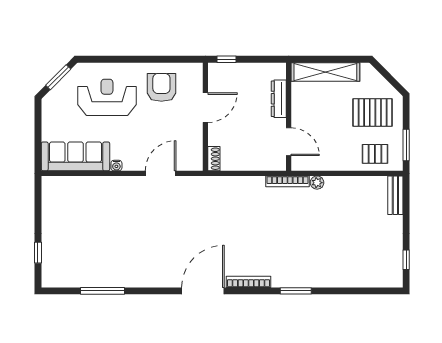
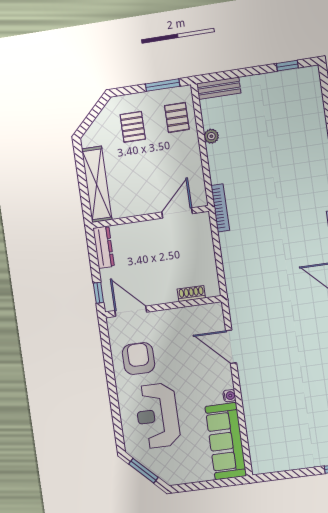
armchair: (161, 87) -> (138, 359), turned 90
dresser: (279, 99) -> (104, 247), moved, turned -90
door: (205, 108) -> (131, 311), moved
pallet: (373, 112) -> (133, 127), width x0.67, depth x0.71
shoe rack: (214, 159) -> (191, 294), moved
plant: (317, 183) -> (211, 136), moved

